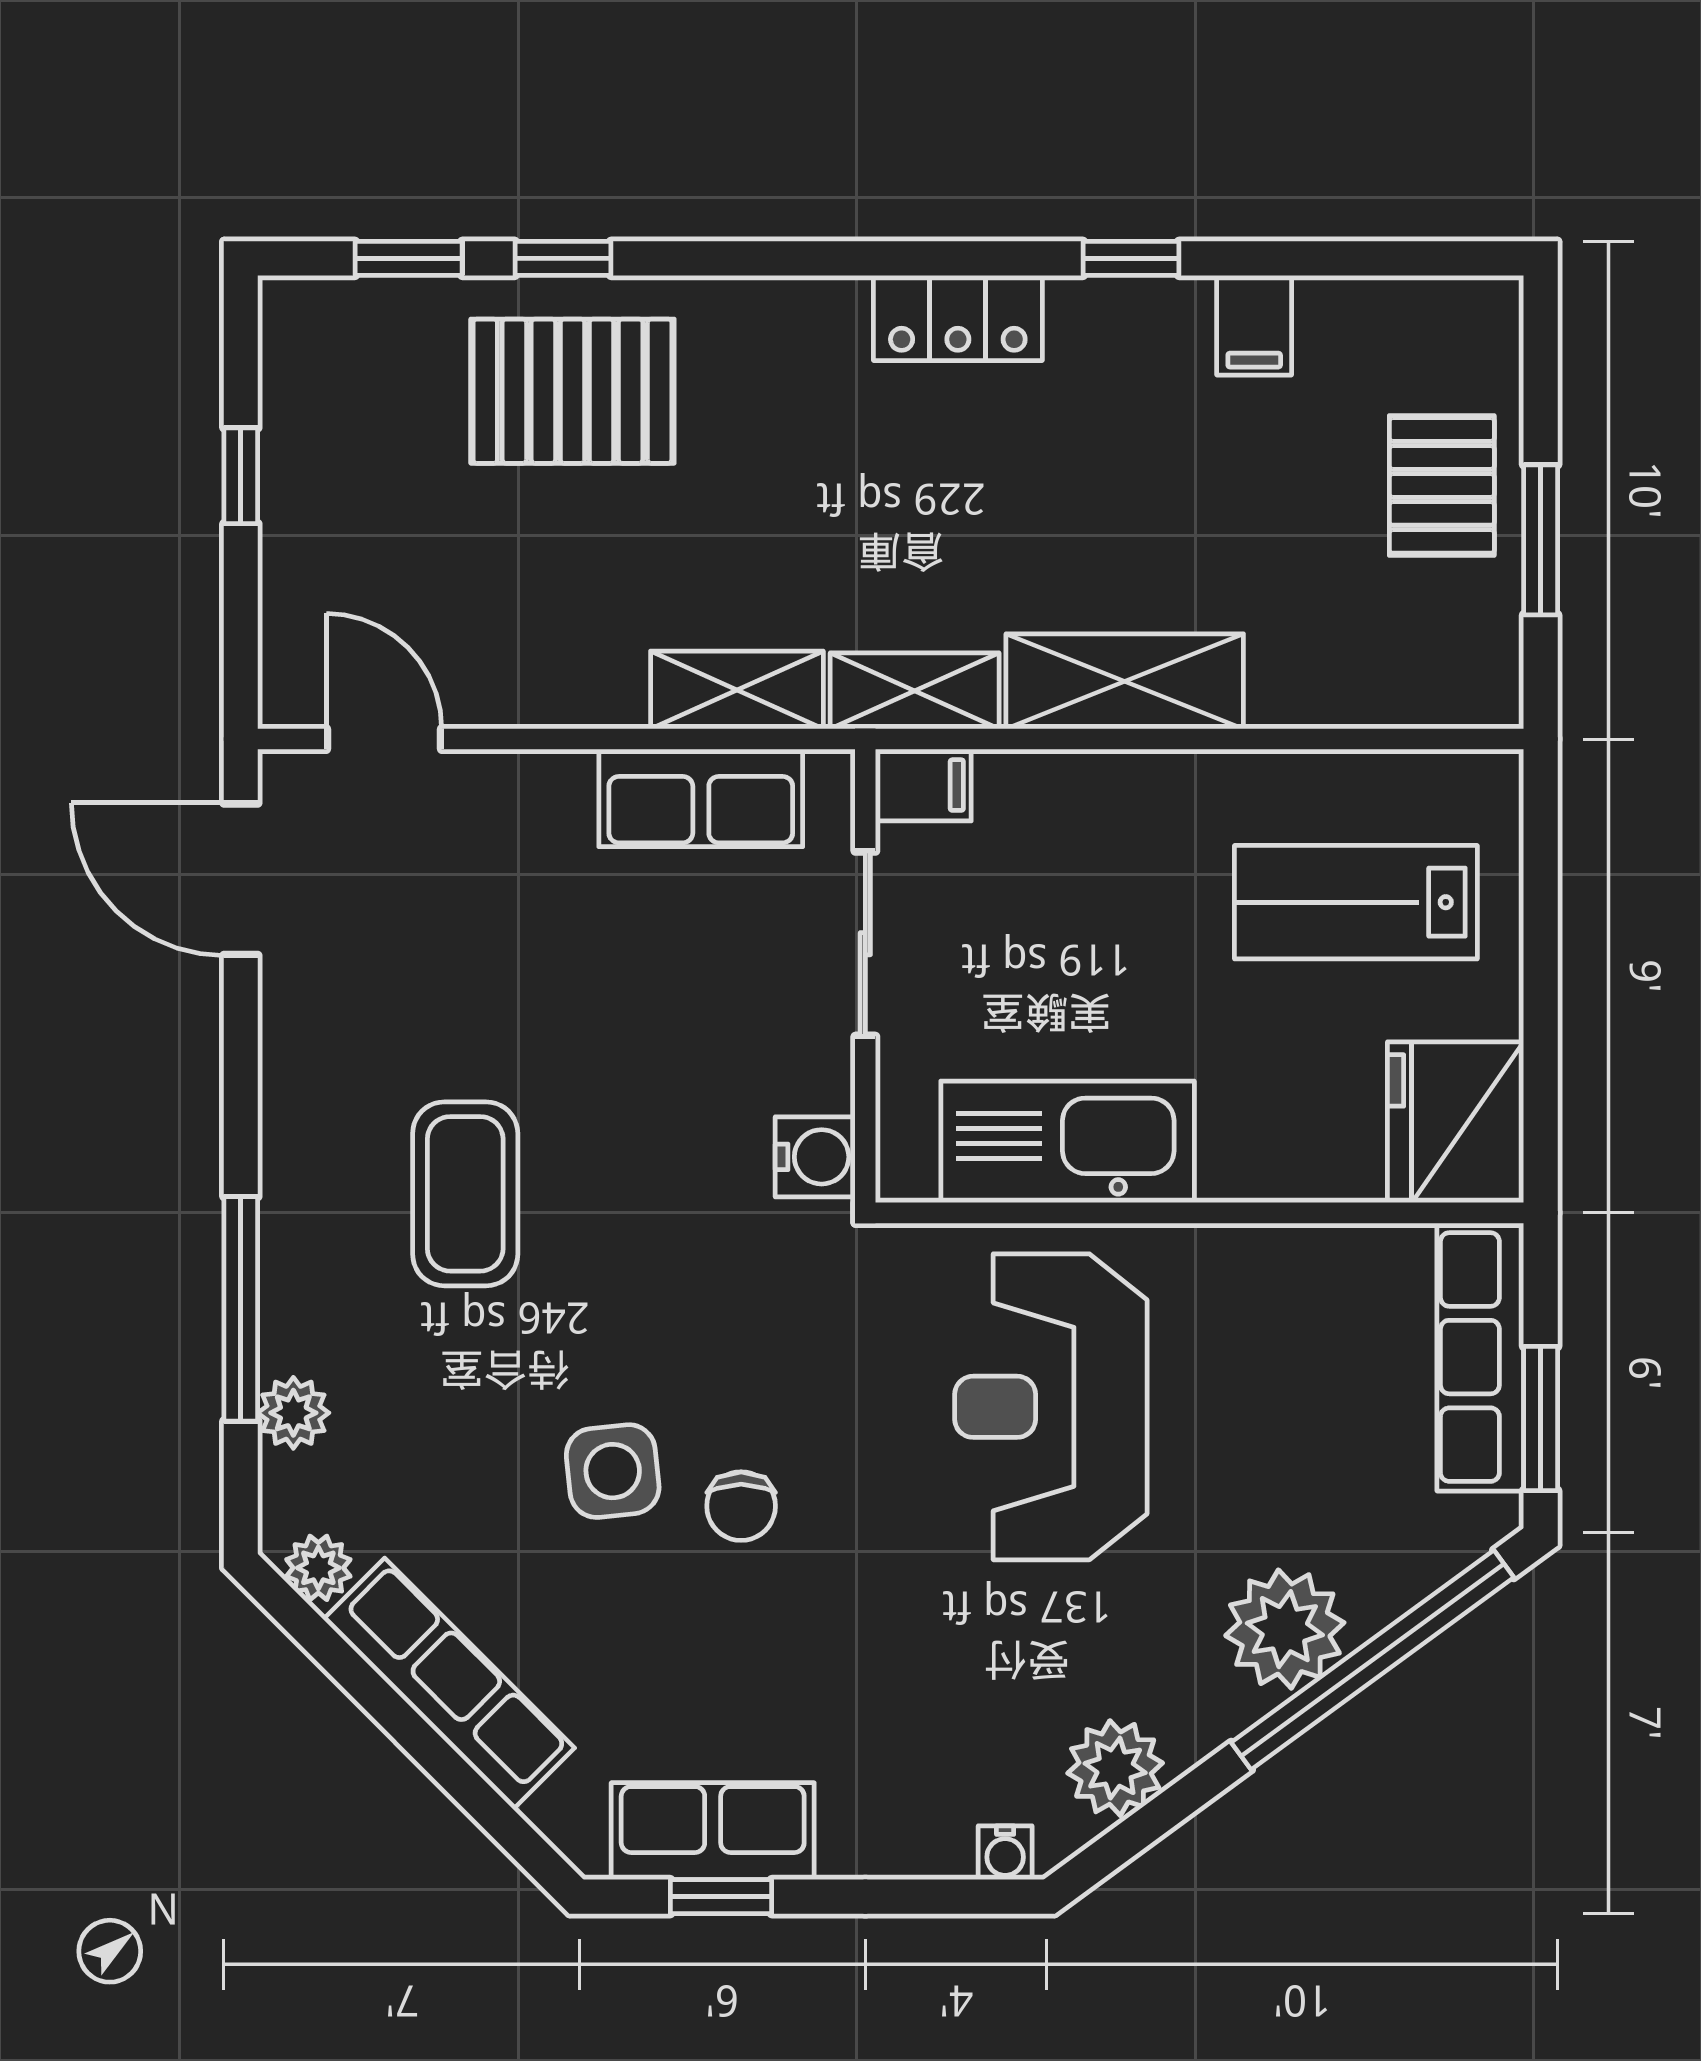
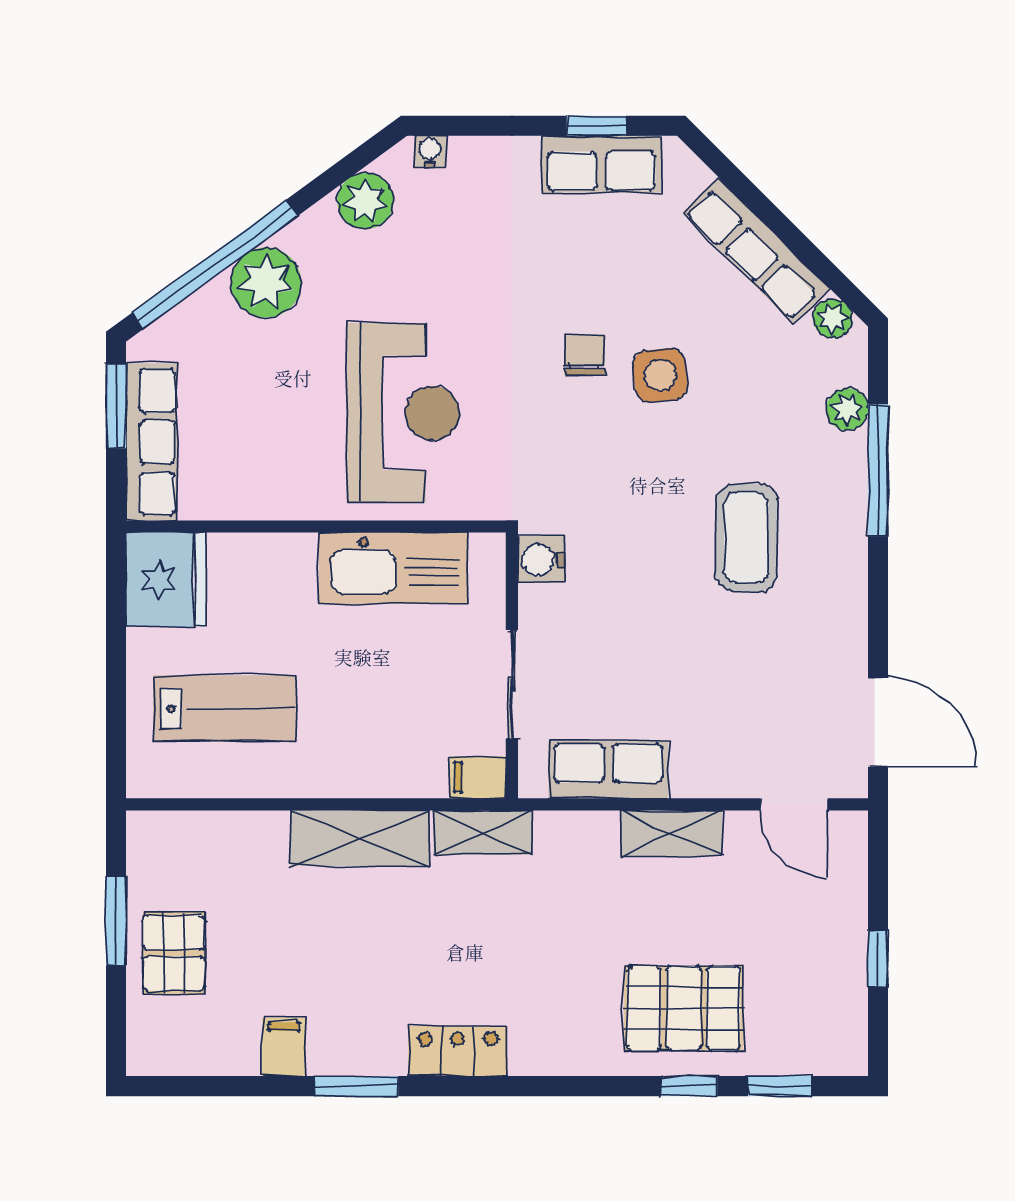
window: (1131, 258) -> (356, 1086), width x1.50
shelving: (737, 690) -> (671, 833), moved

